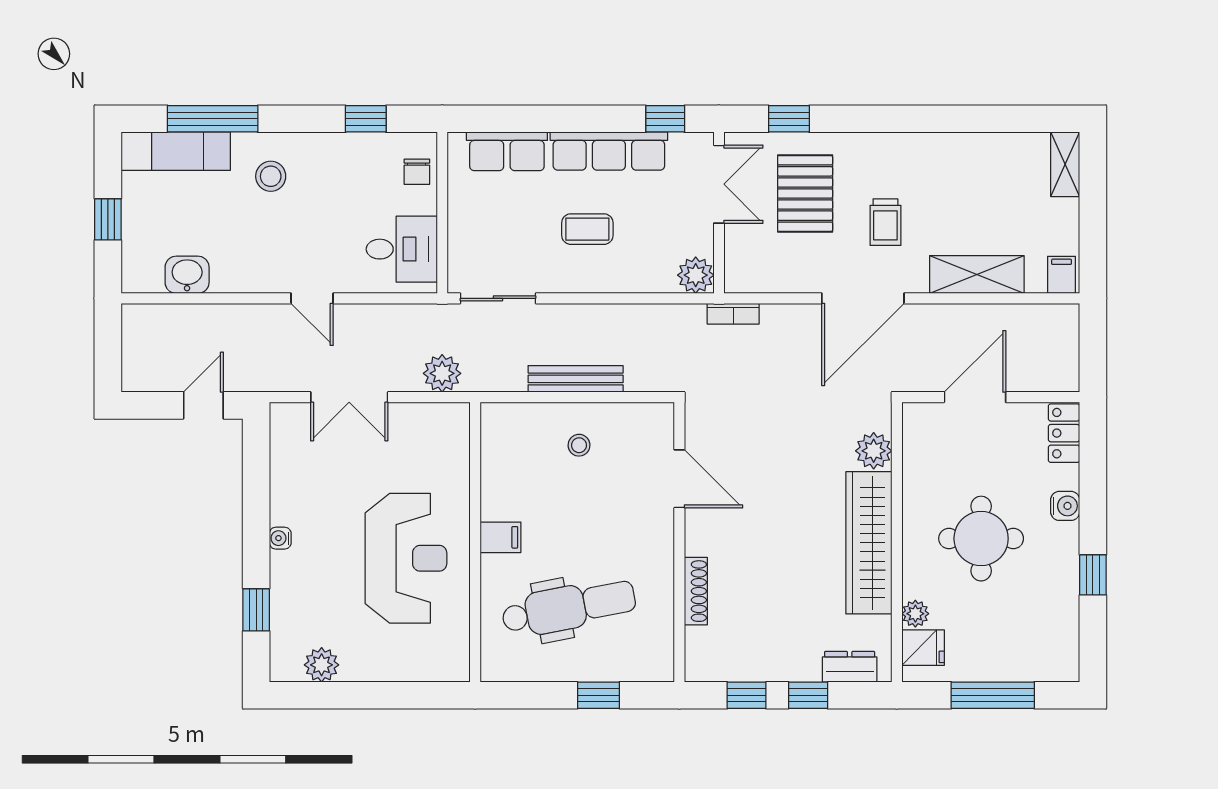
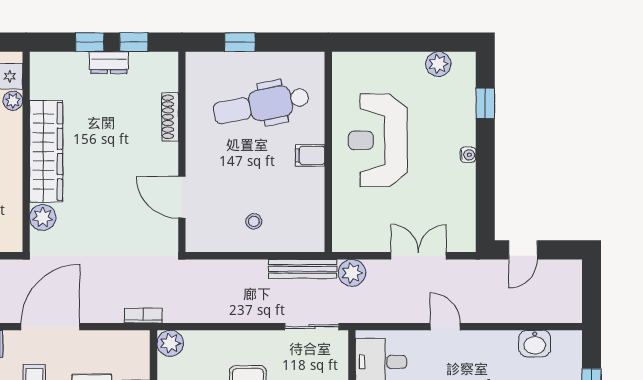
bench: (576, 379) -> (302, 269), moved
dresser: (850, 667) -> (109, 63), moved

